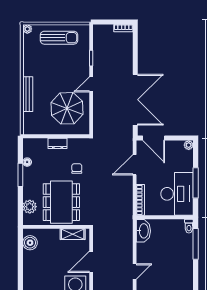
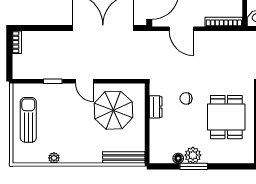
plant: (27, 29) -> (54, 158), moved
bench: (28, 94) -> (124, 158), moved
dresser: (58, 143) -> (156, 107), moved
dining table: (61, 202) -> (226, 117), width x0.73
plant: (30, 207) -> (193, 155), moved

